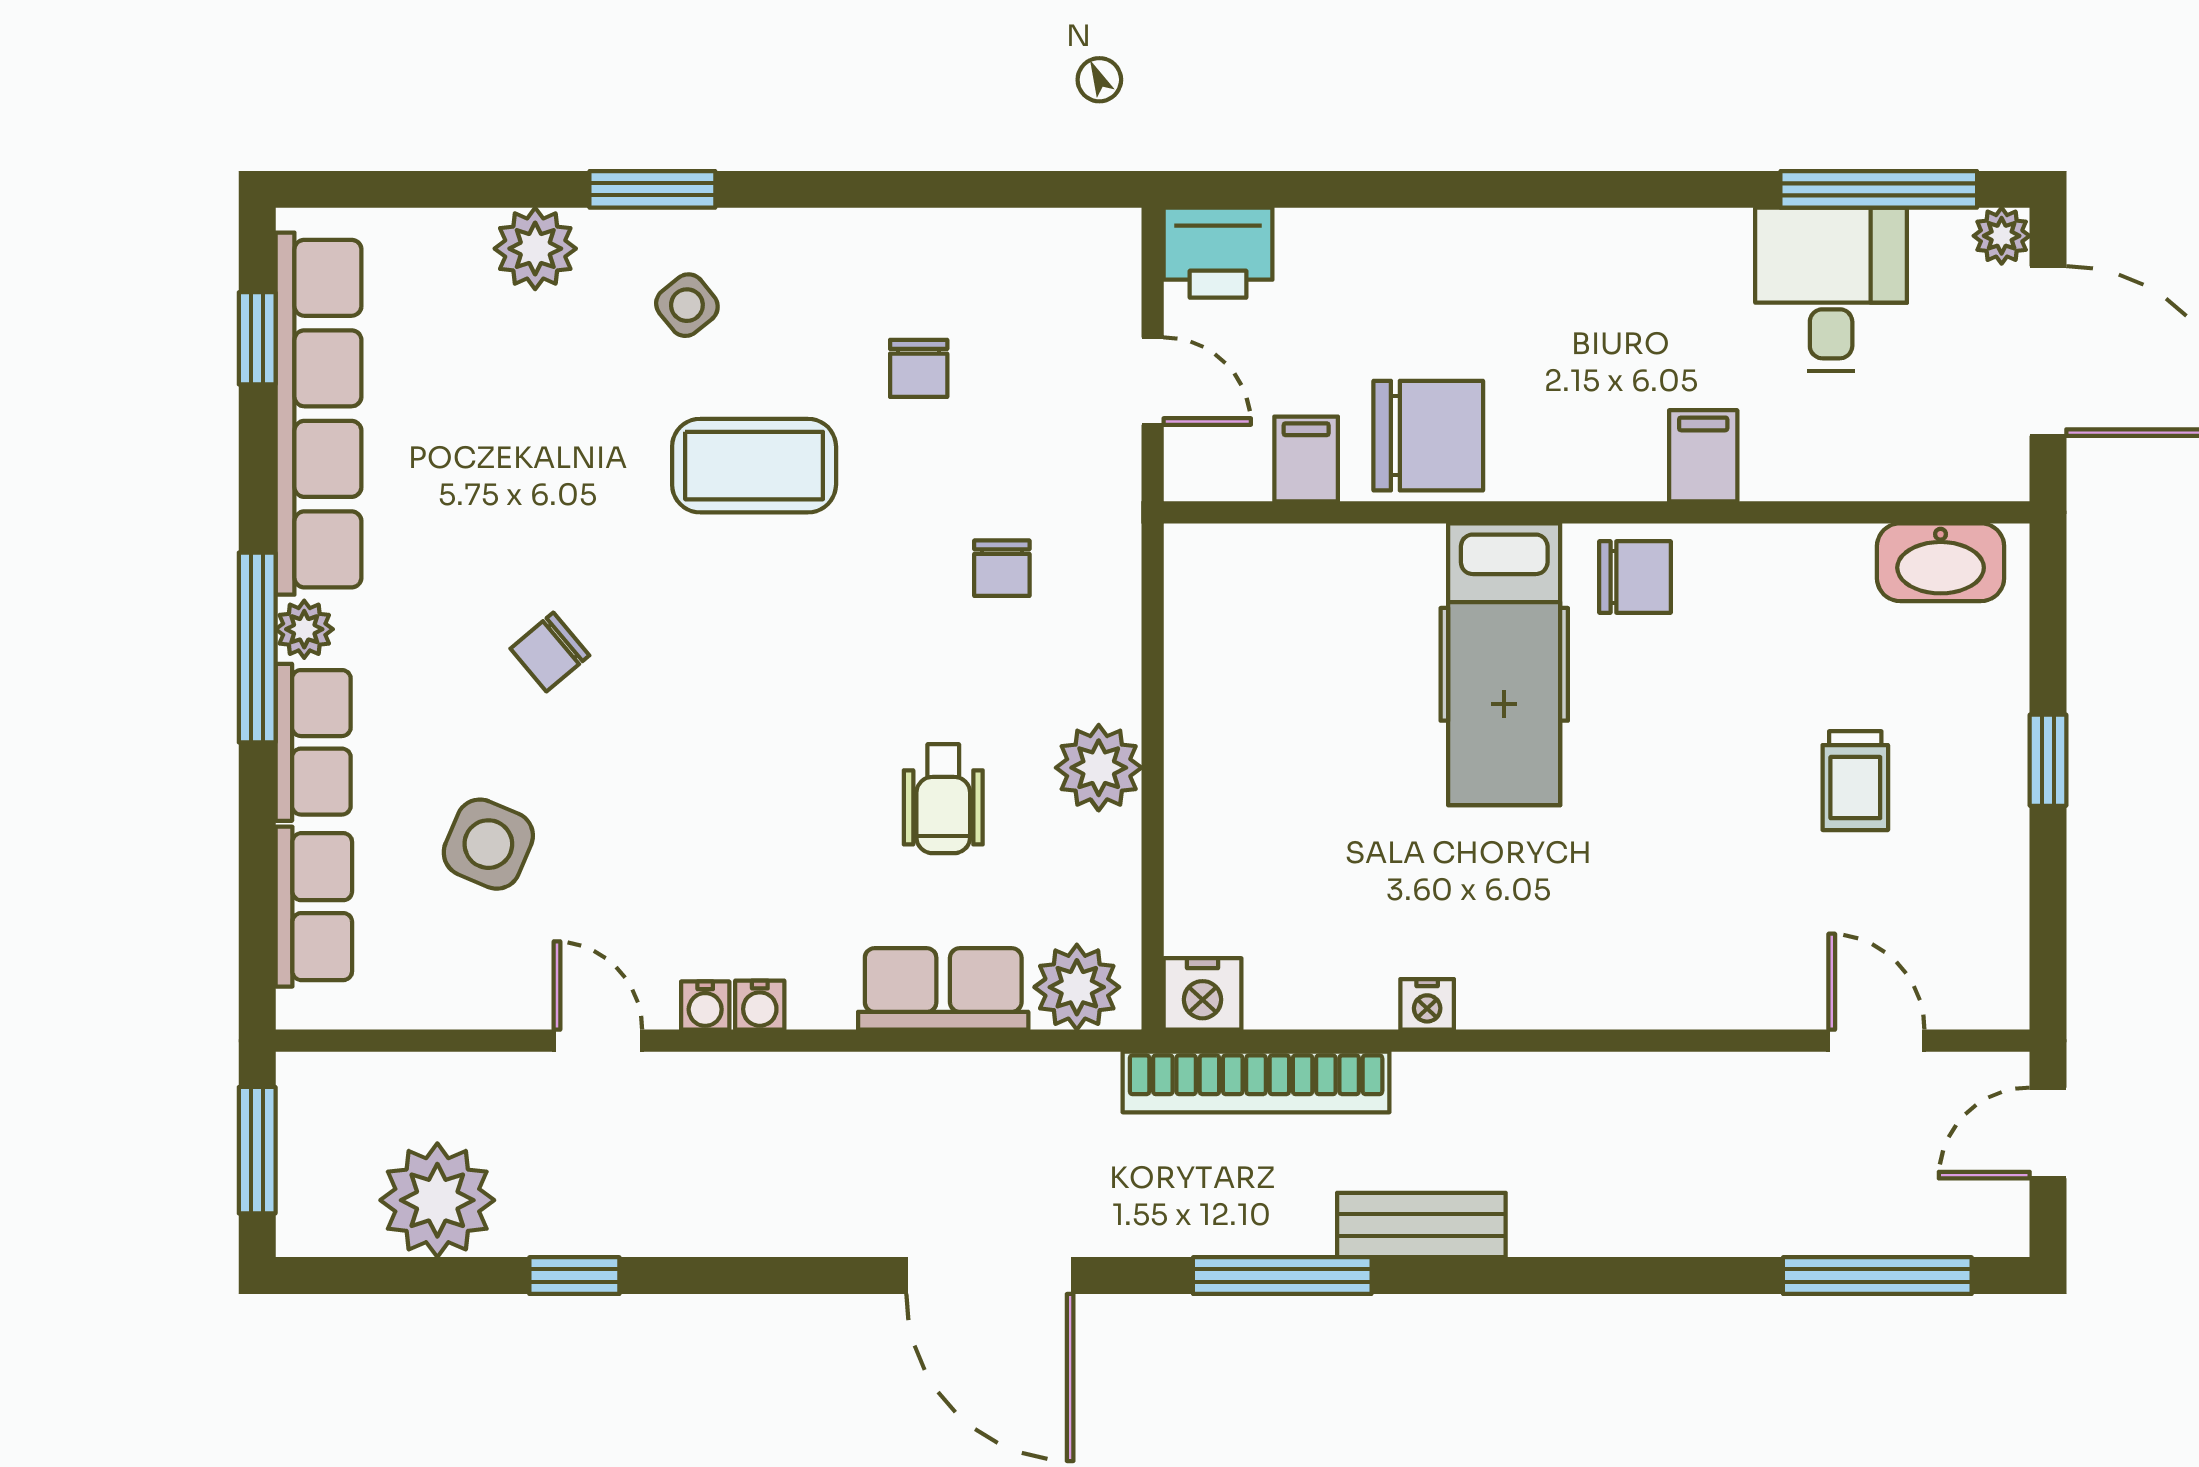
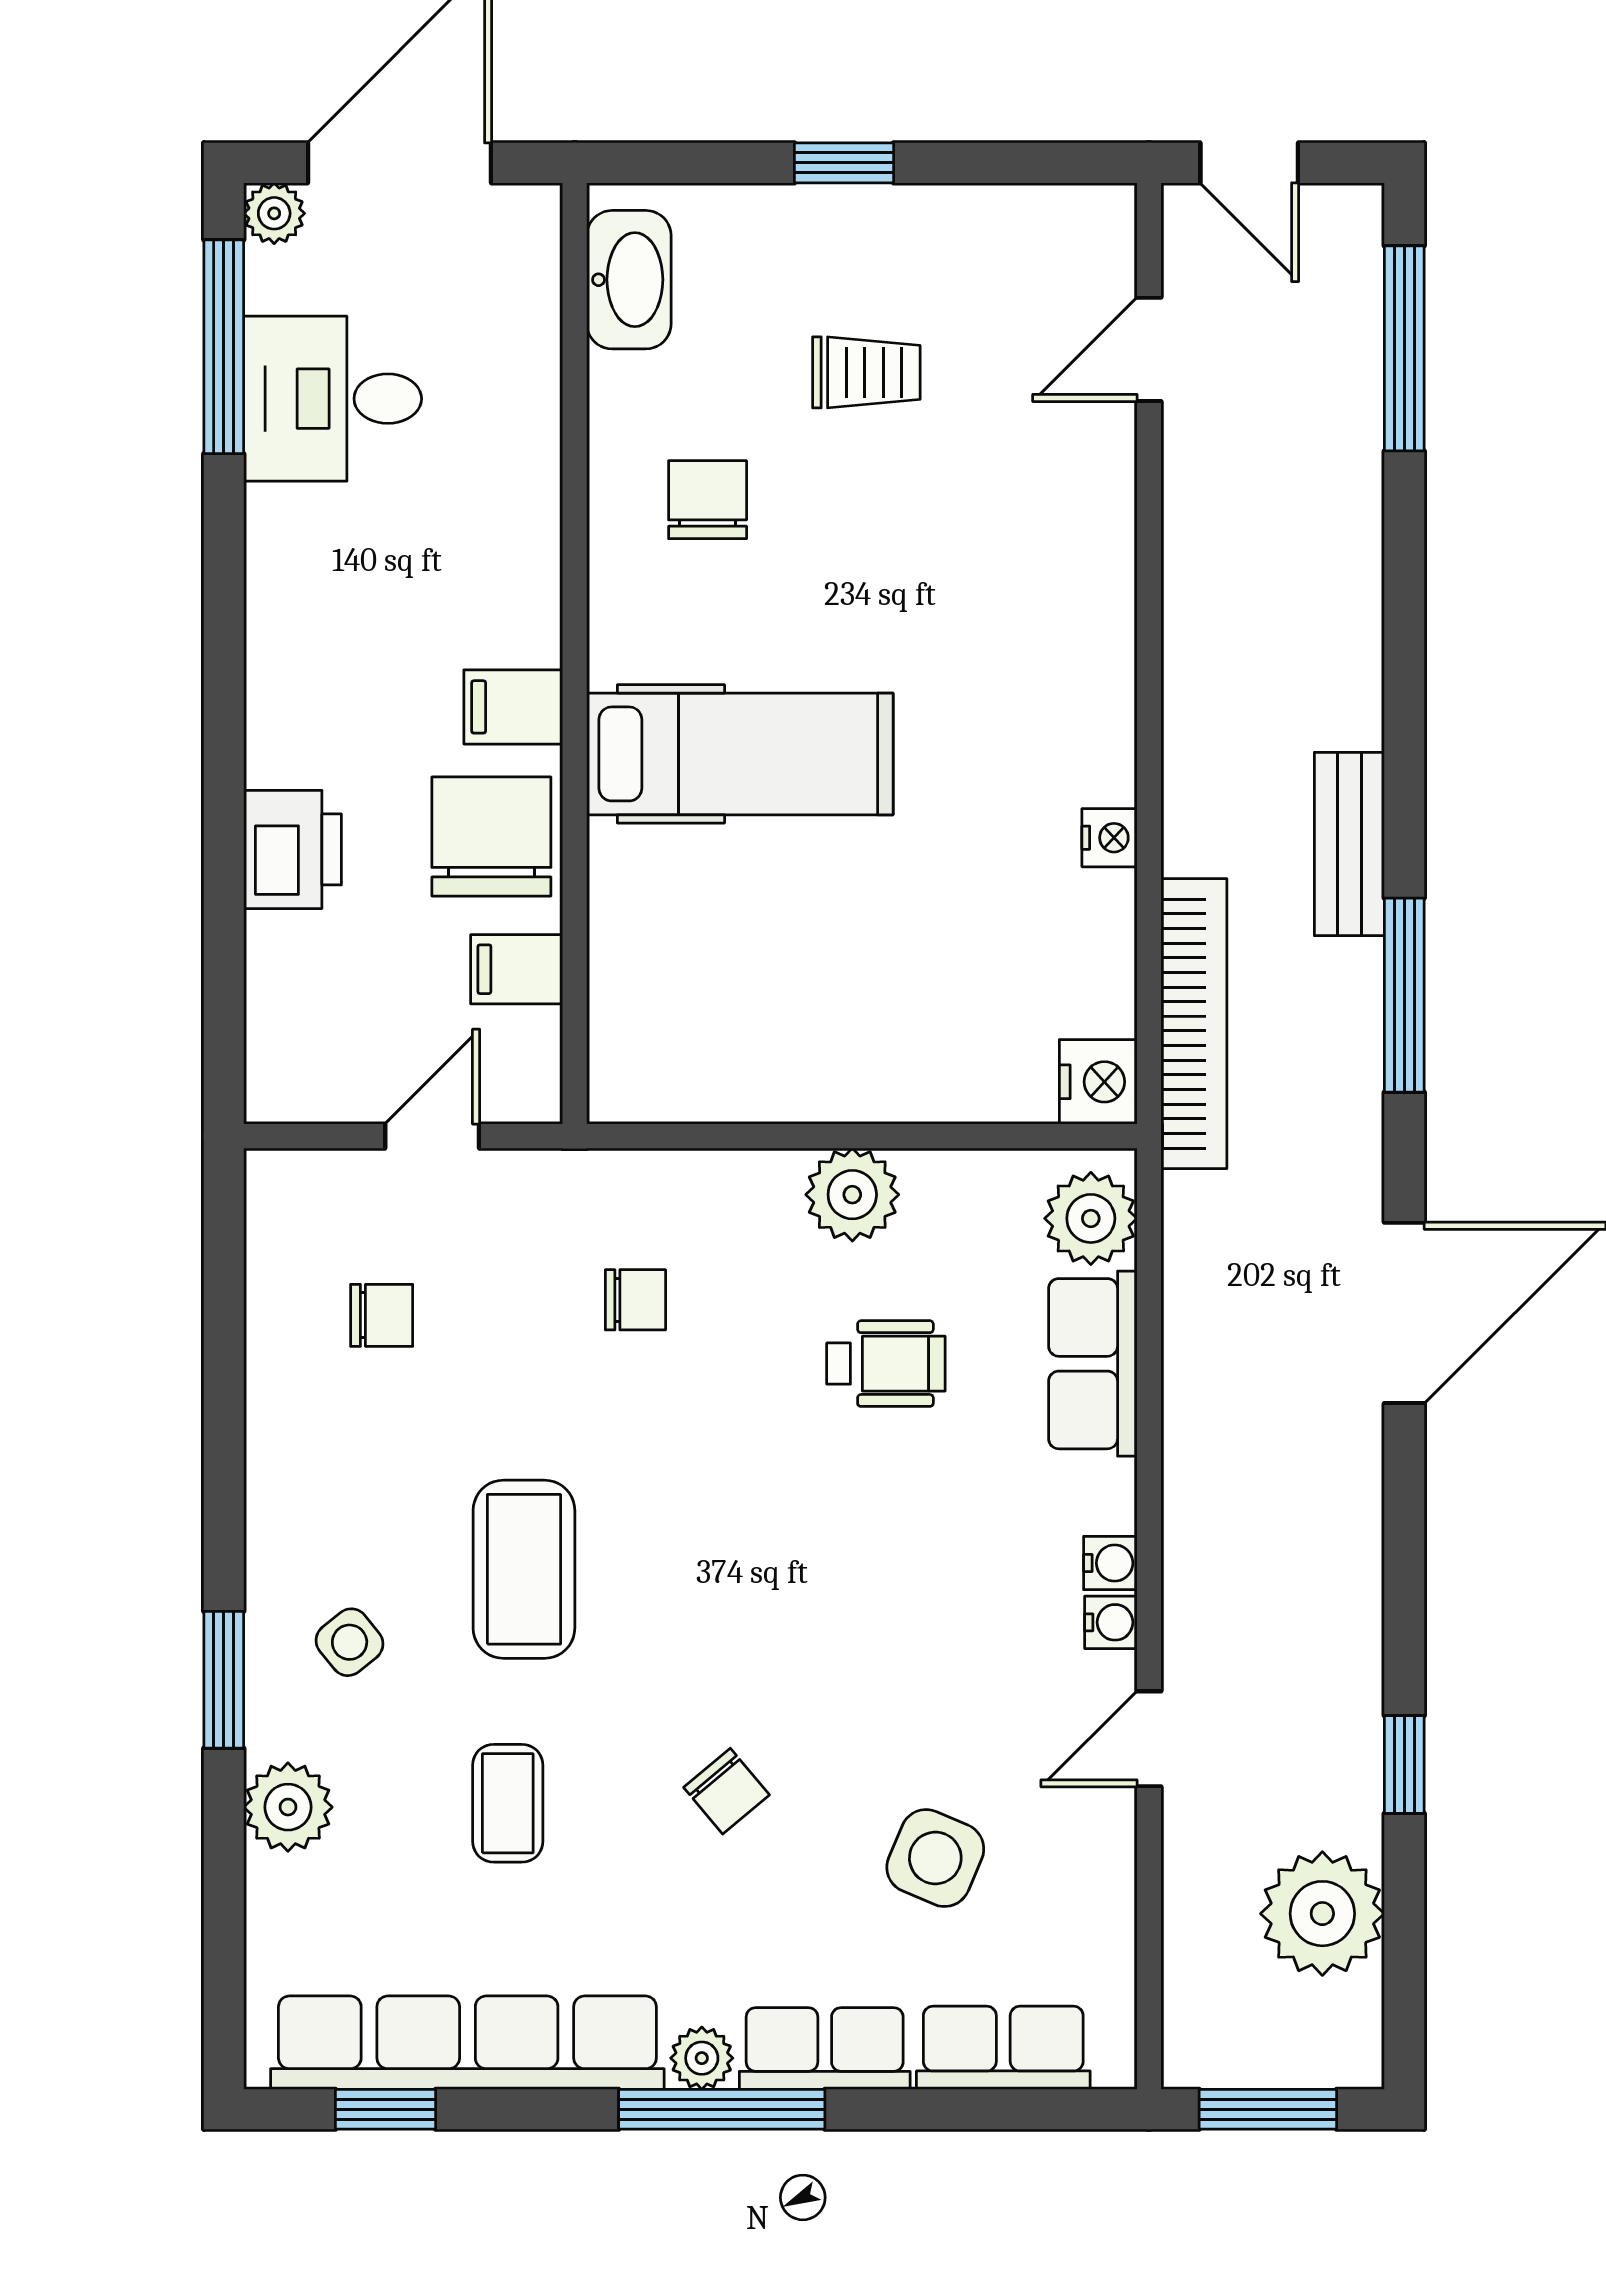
printer: (1218, 253) -> (293, 849), moved
chair: (919, 368) -> (382, 1315), moved
coffee table: (539, 451) -> (508, 1803), added
filing cabinet: (1703, 456) -> (513, 707), moved
chair: (1635, 577) -> (708, 500), moved

